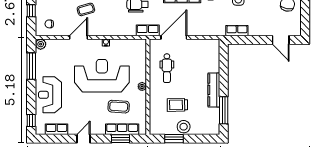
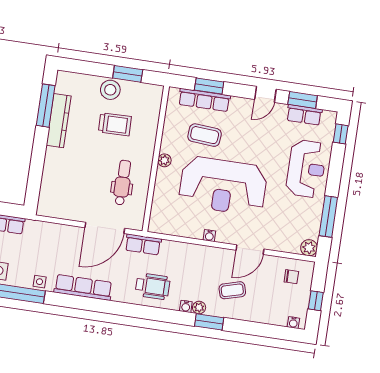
kitchen counter: (214, 90) -> (59, 121), moved
window: (59, 139) -> (303, 100), added

